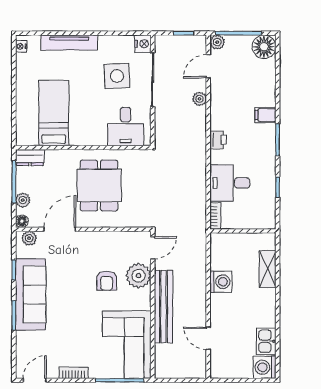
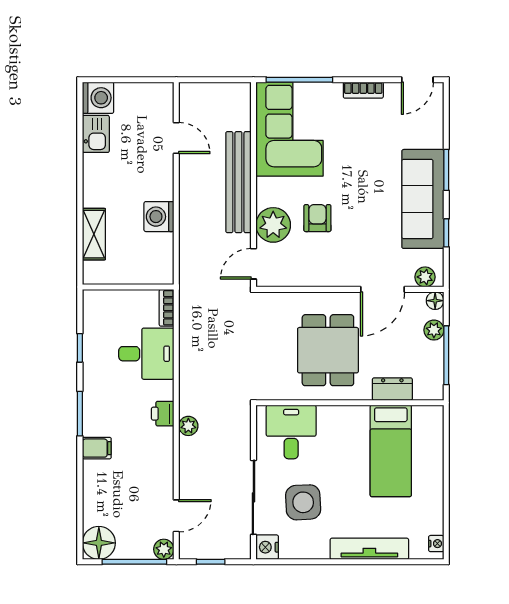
plant: (200, 99) -> (188, 426), moved
dresser: (30, 158) -> (392, 389), moved

